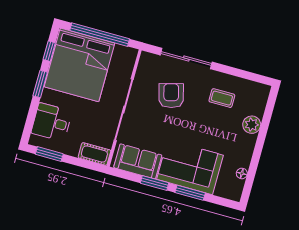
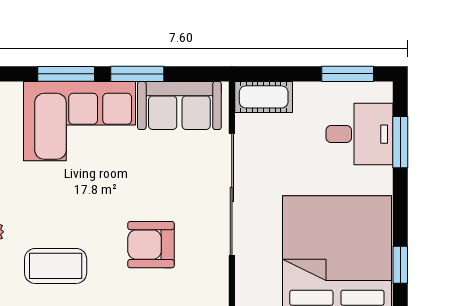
window: (40, 84) -> (400, 142), moved
armchair: (171, 96) -> (151, 245), turned 105
coffee table: (222, 98) -> (56, 266), width x1.36, depth x1.30

